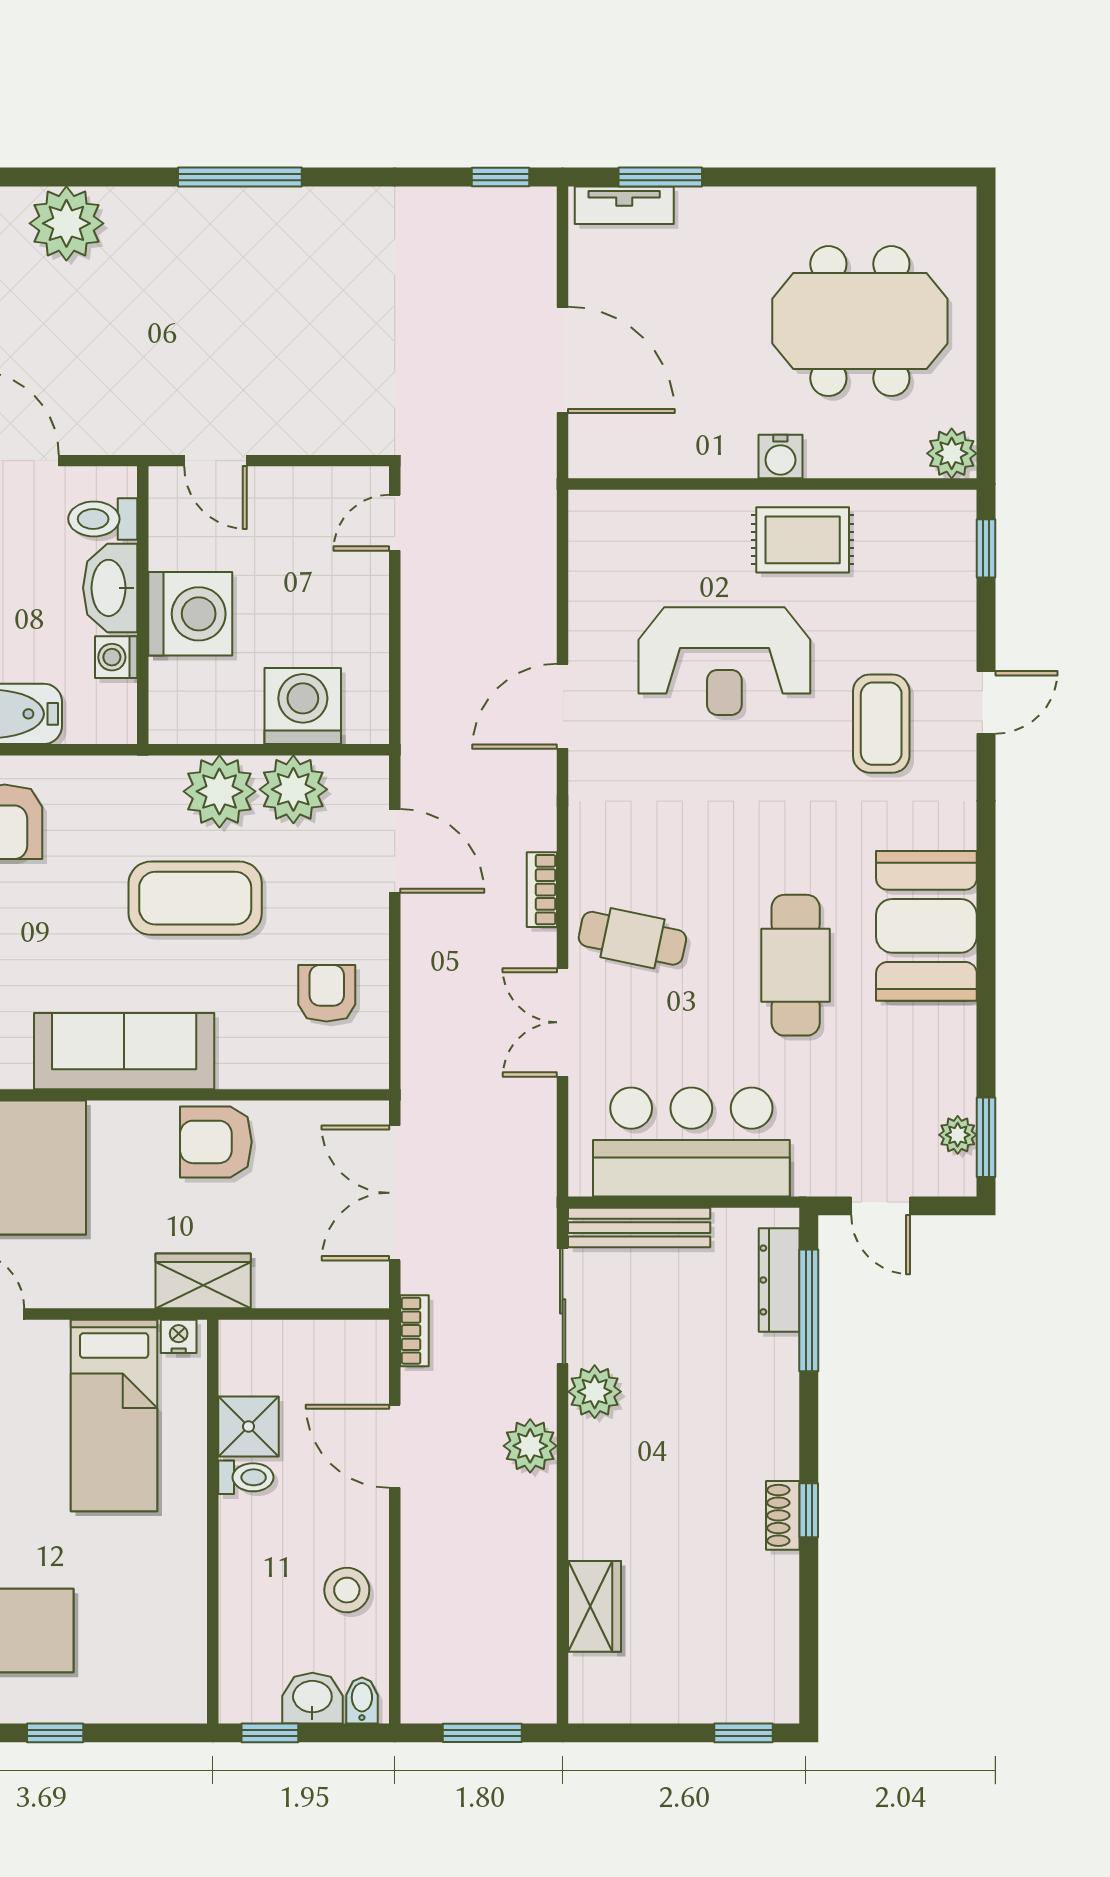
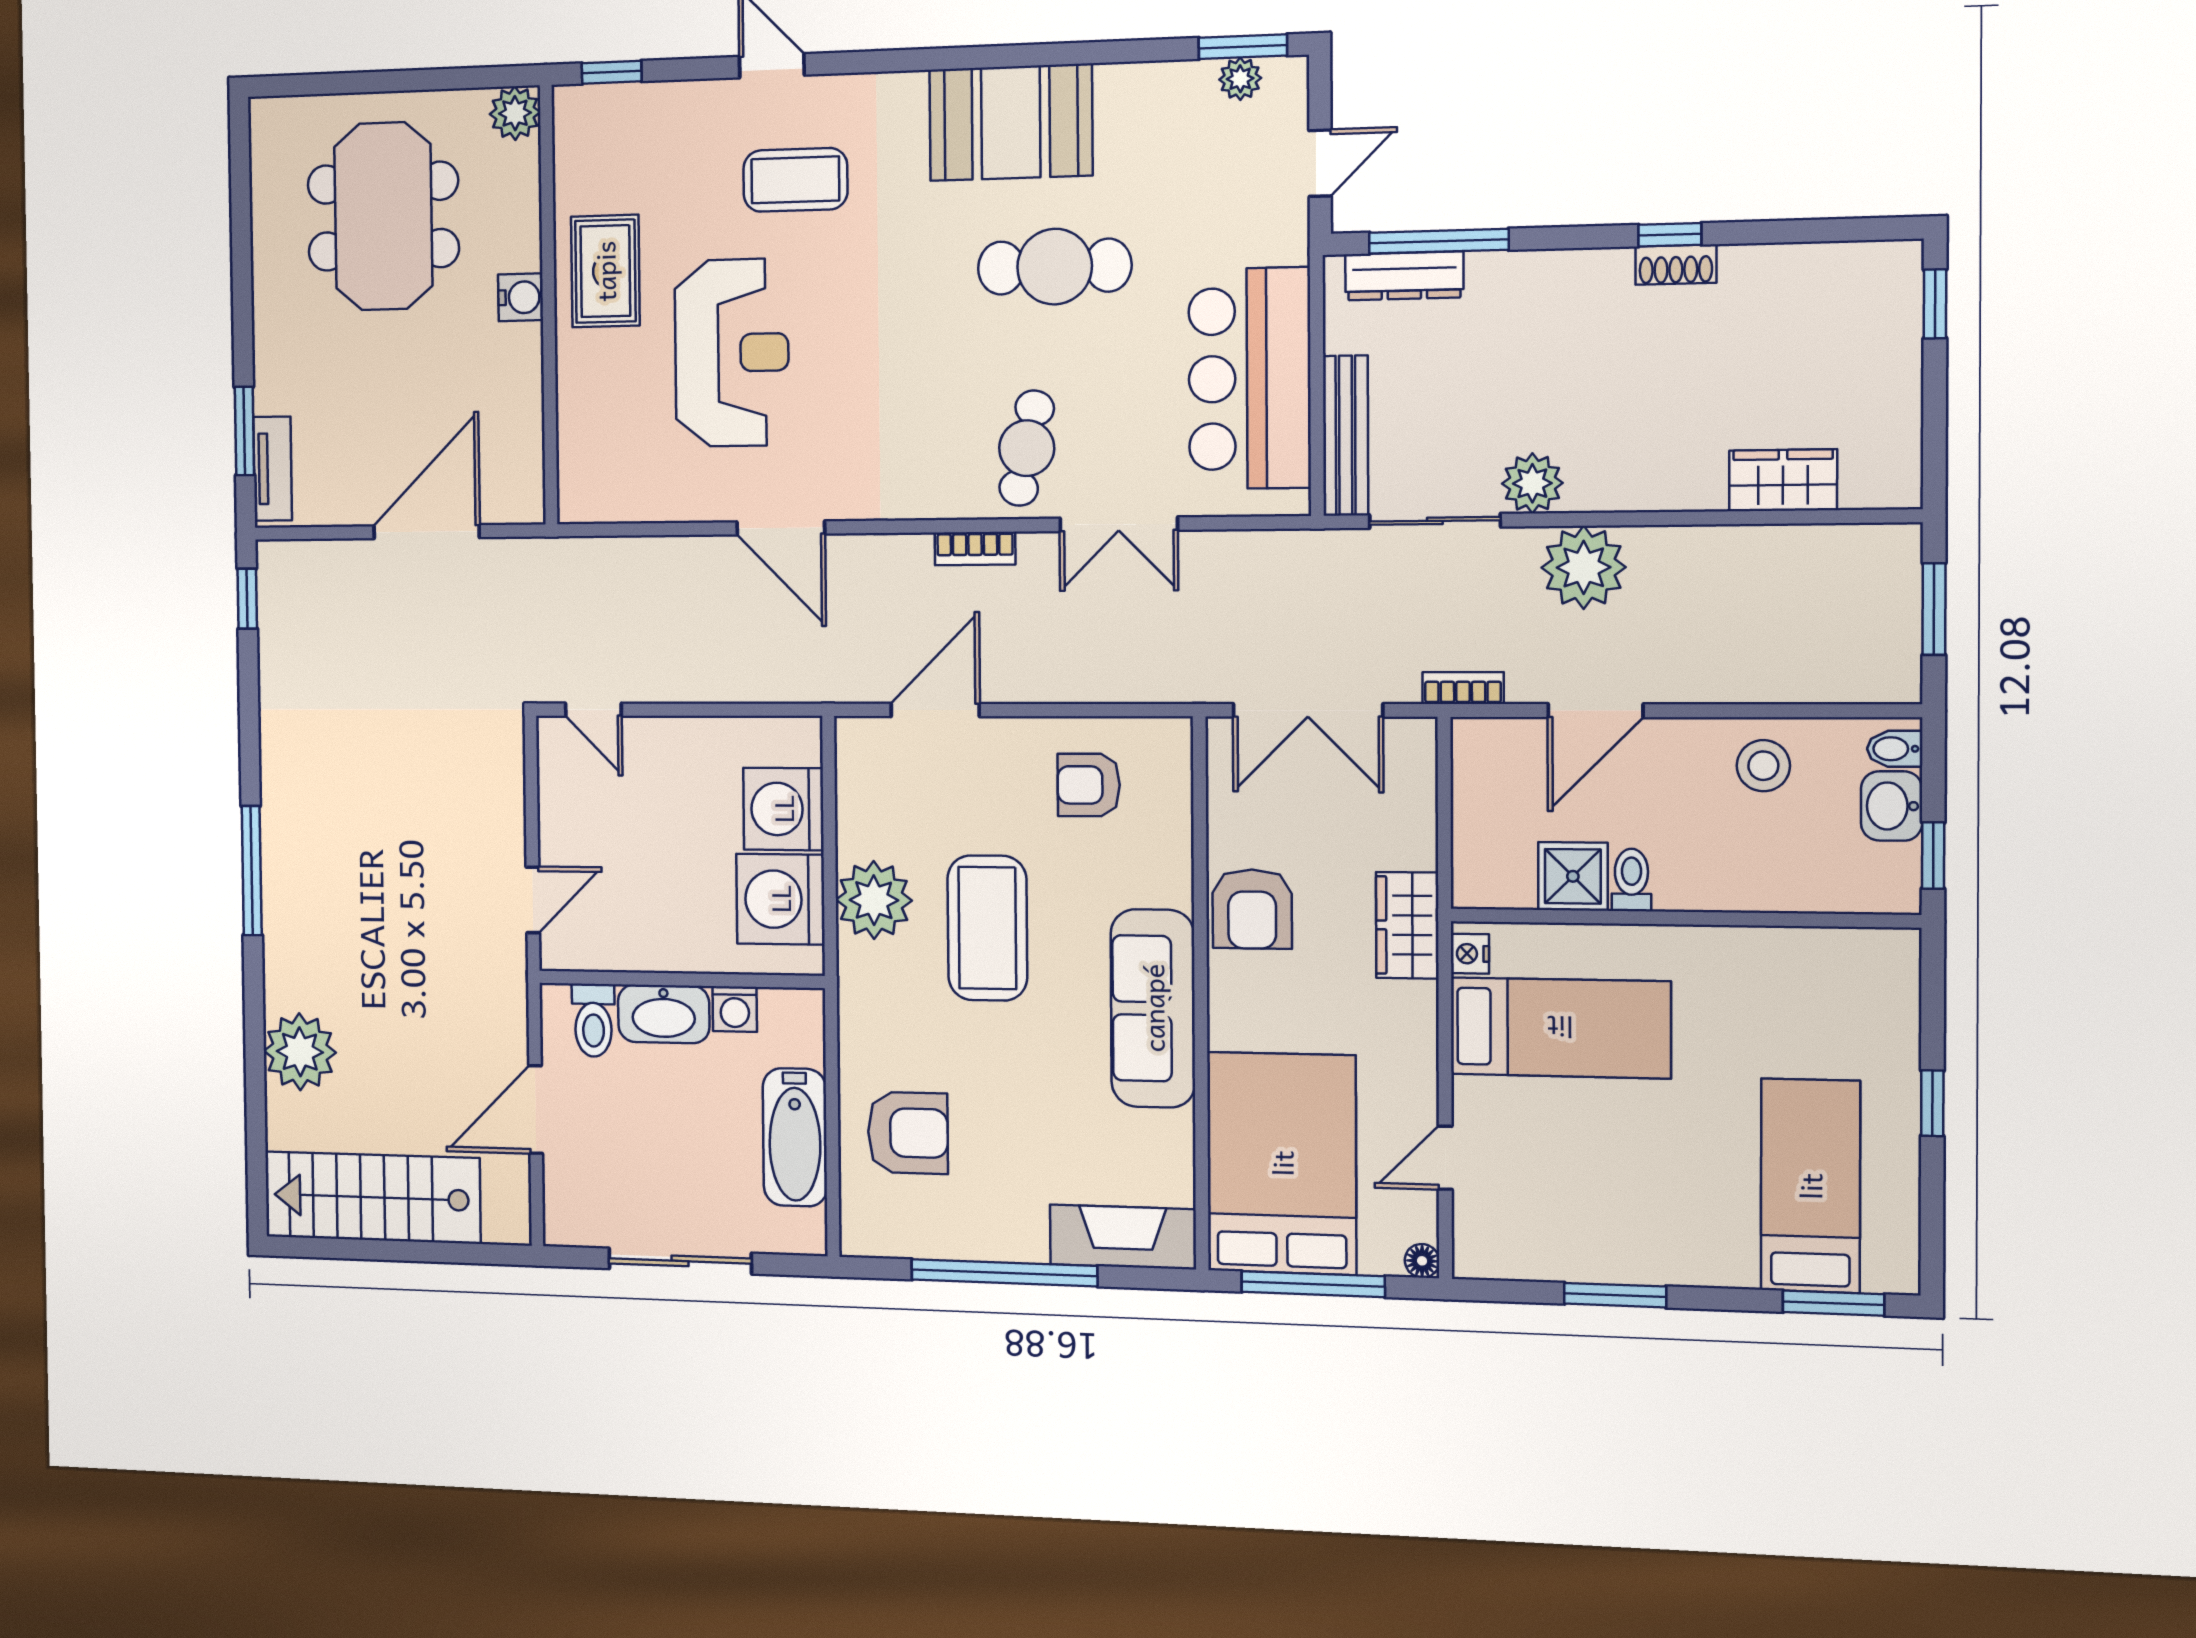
washing machine: (190, 614) -> (780, 899), moved, turned -90
plant: (293, 789) -> (871, 820), removed
plant: (530, 1446) -> (1584, 567), width x1.36, depth x1.36

